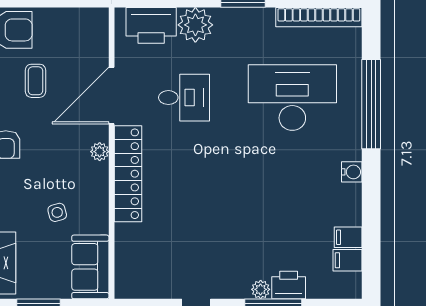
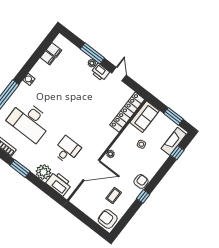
desk: (184, 98) -> (67, 150), turned 90
locker: (128, 174) -> (127, 112), moved
printer: (289, 285) -> (100, 72), moved

